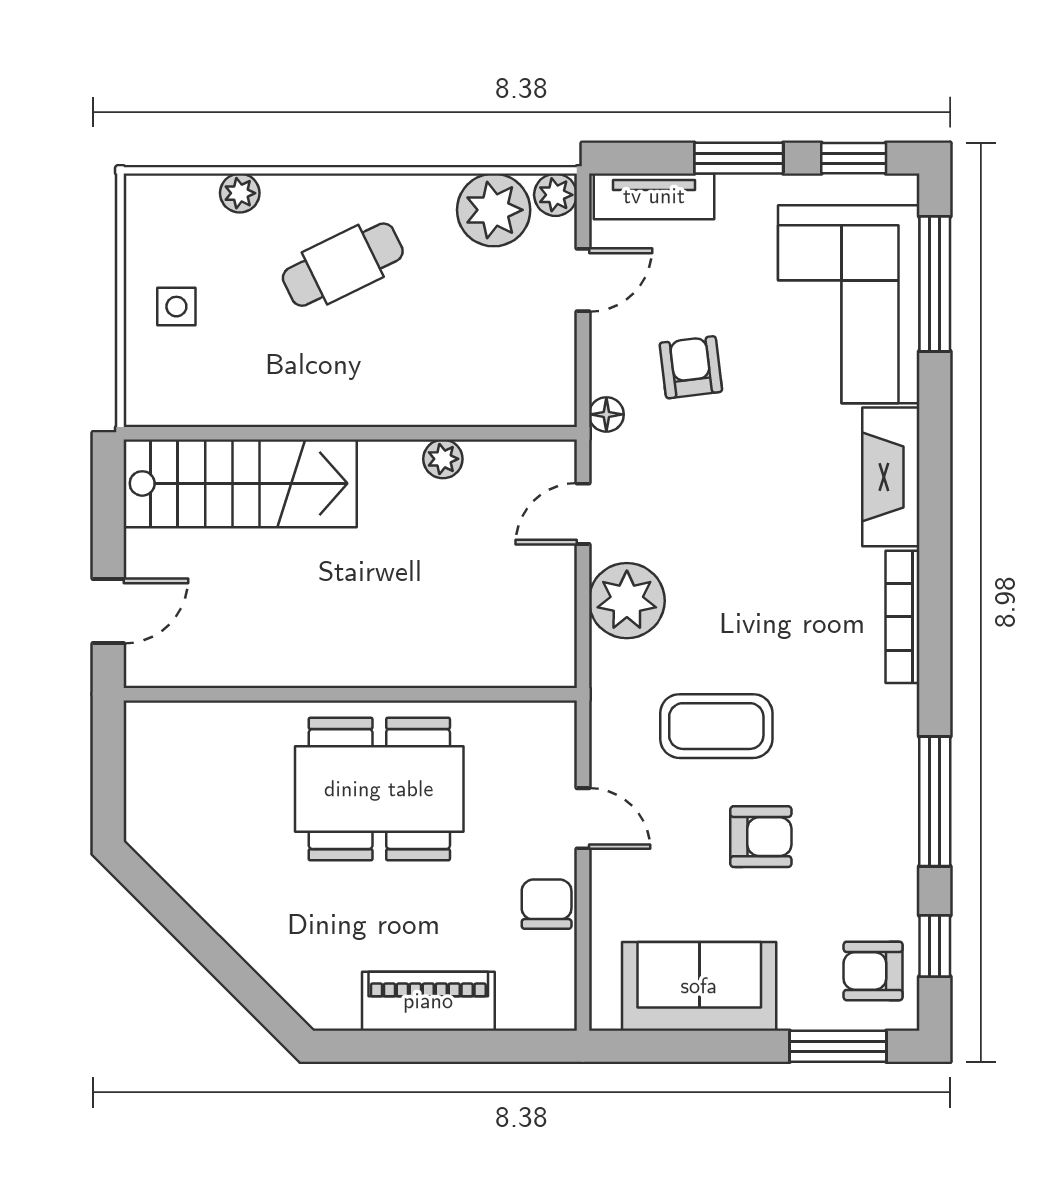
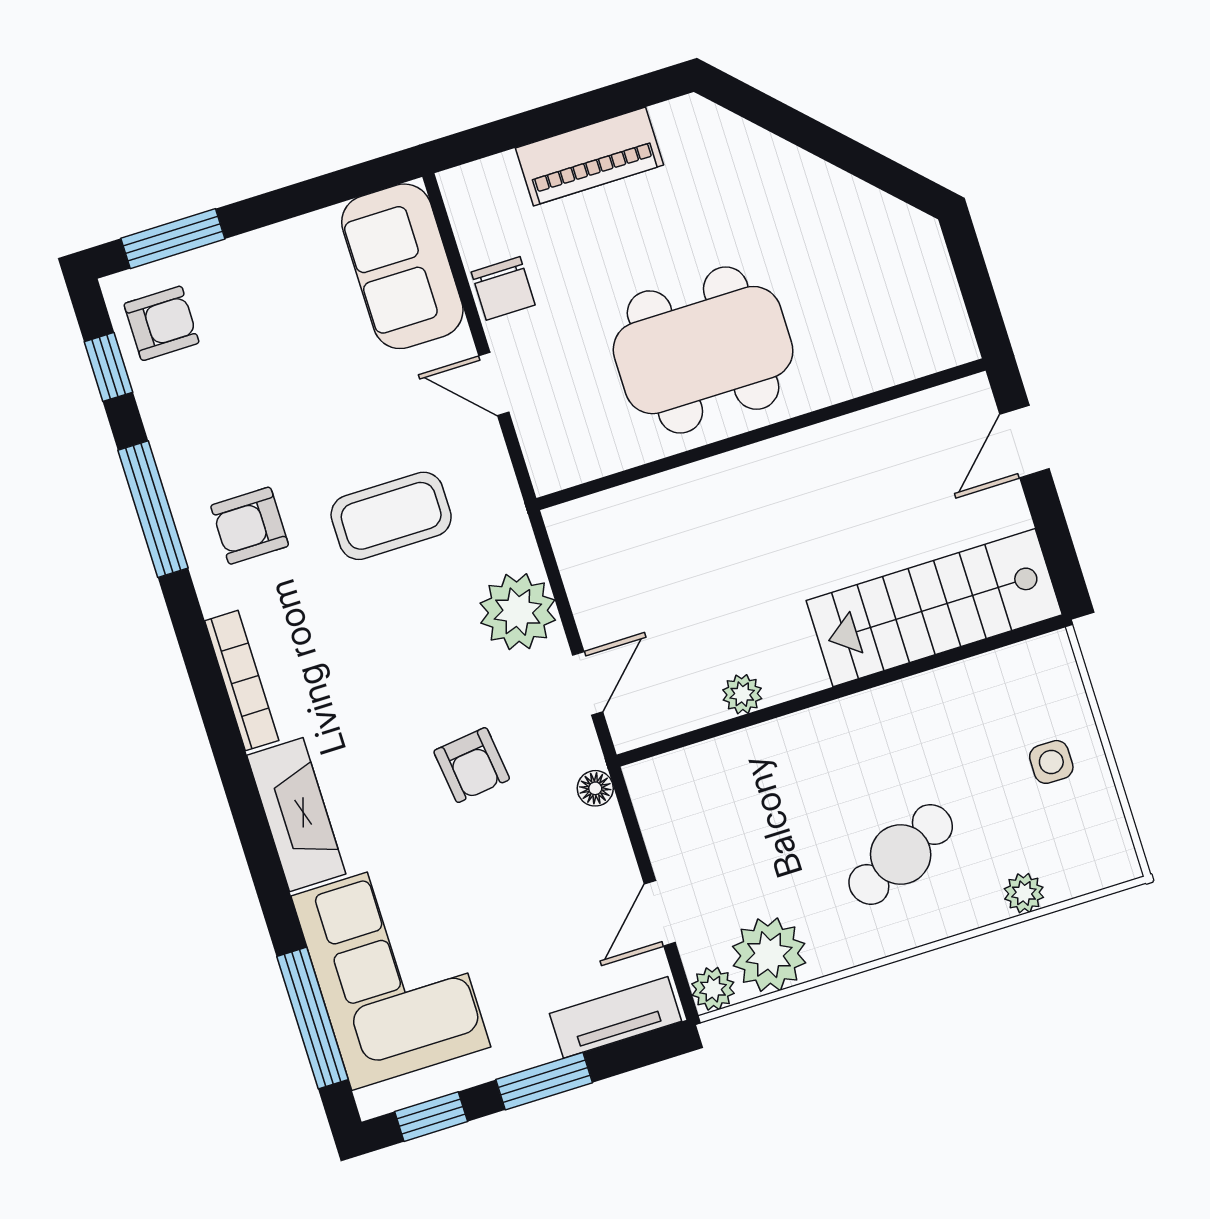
armchair: (691, 367) -> (472, 765), moved
armchair: (761, 837) -> (250, 526), moved
sofa: (699, 986) -> (402, 266), moved, turned 90

